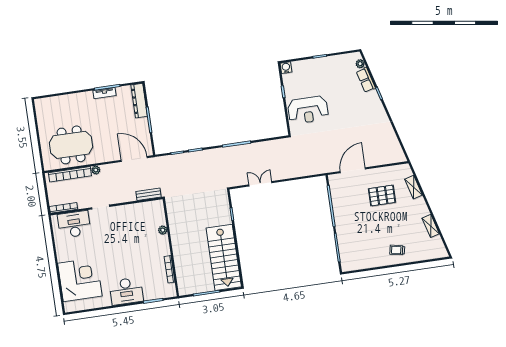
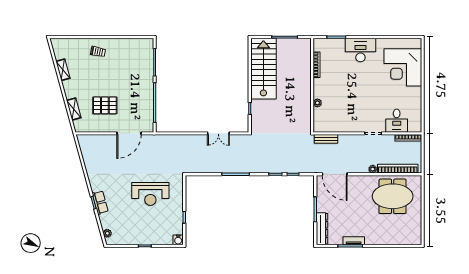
row of seats: (366, 80) -> (100, 202), moved
reception desk: (308, 110) -> (150, 194), moved, turned 180
desk: (74, 224) -> (397, 121), width x0.73

